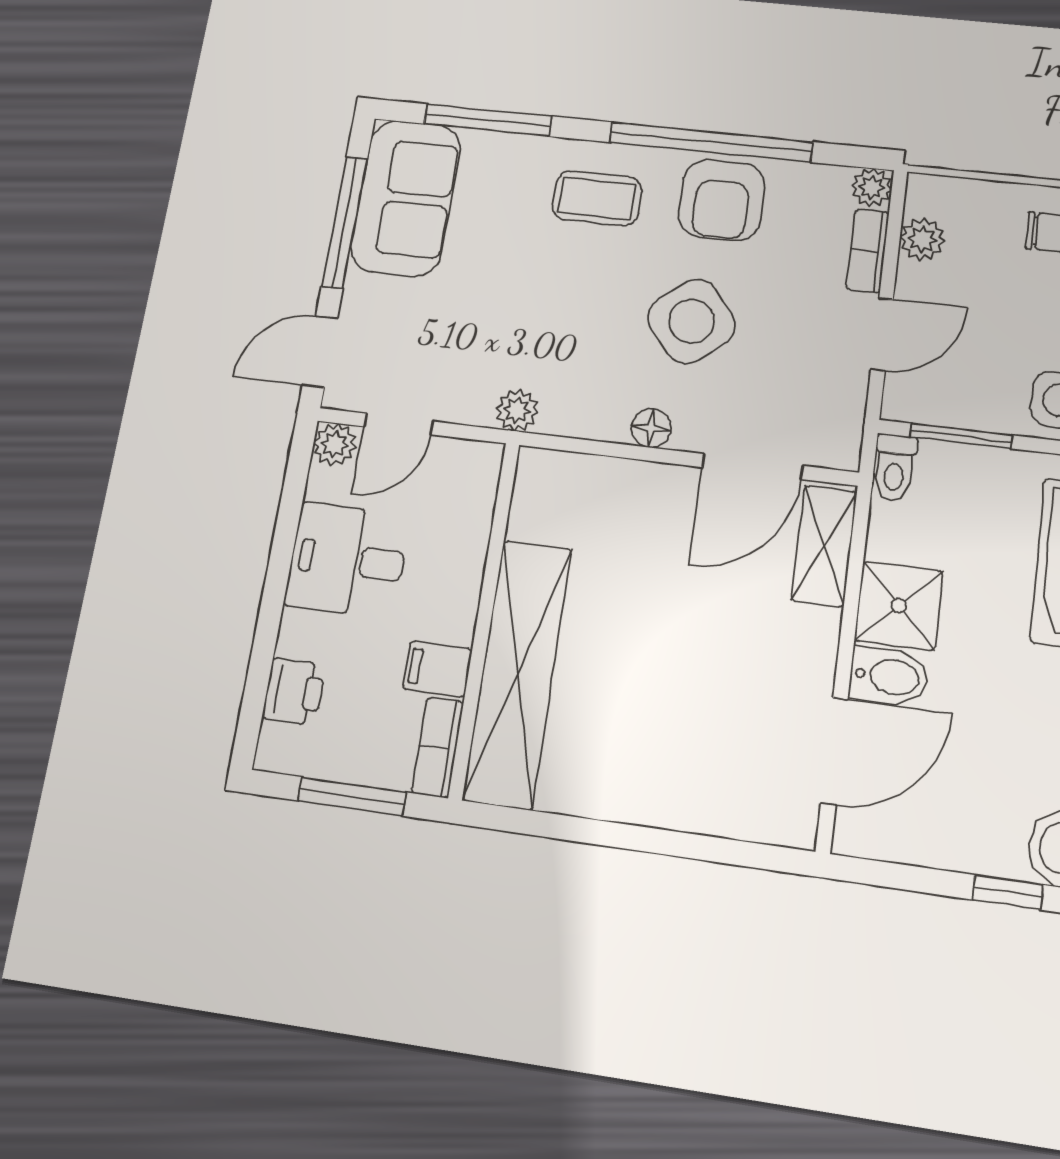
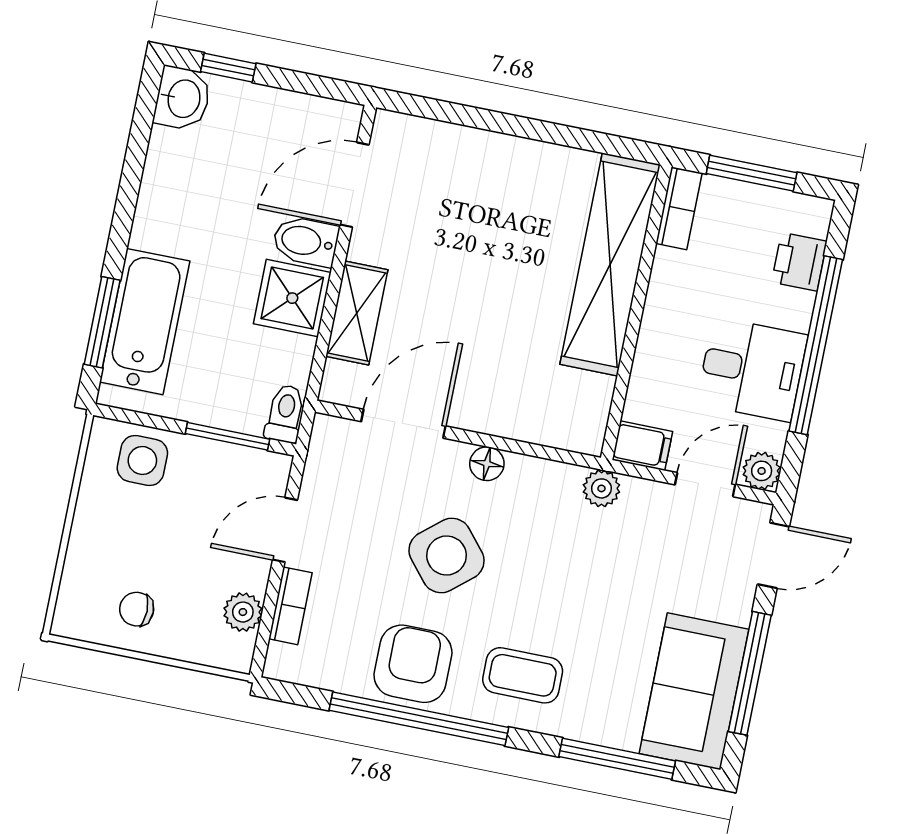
plant: (872, 187) -> (282, 664), removed
shelving: (824, 546) -> (357, 313), moved
window: (274, 593) -> (816, 345), added
filing cabinet: (437, 669) -> (642, 446), moved

